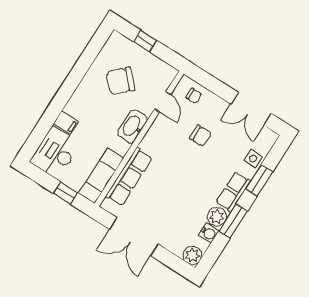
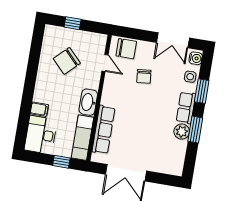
chair: (194, 96) -> (126, 49), width x1.87, depth x1.87
washbasin: (133, 126) -> (88, 102), moved
chair: (200, 136) -> (144, 76), turned 84
water cooler: (209, 233) -> (196, 58), moved
plant: (192, 255) -> (176, 168), removed

